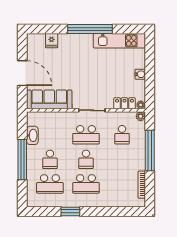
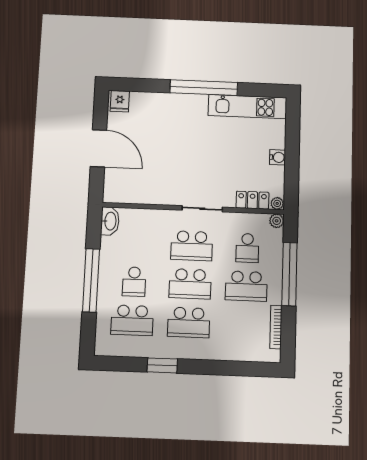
fridge: (52, 41) -> (120, 101), moved
sofa: (49, 99) -> (138, 190), removed
washbasin: (32, 135) -> (110, 221), moved
school desk: (86, 159) -> (190, 284), width x1.85
school desk: (122, 159) -> (246, 286), added

